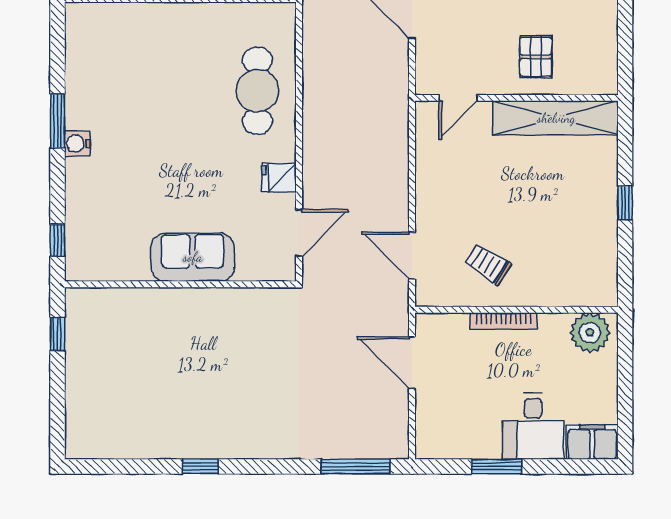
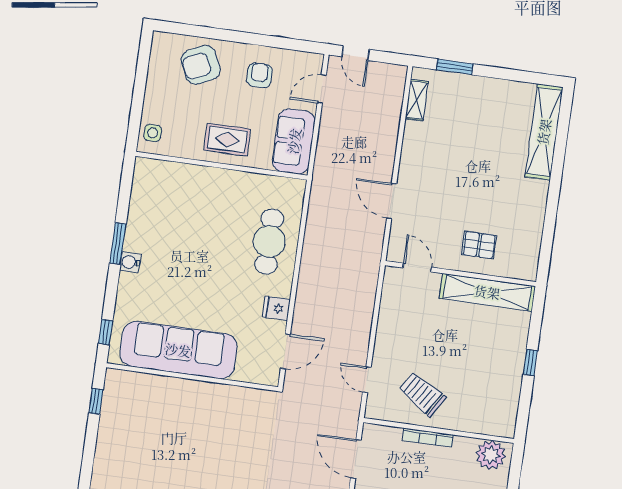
pallet: (536, 57) -> (479, 245), turned 90
door: (458, 98) -> (417, 268), swing flipped
door: (412, 256) -> (367, 380), width x0.73
sofa: (193, 257) -> (178, 350), width x1.85, depth x1.27
trolley: (488, 264) -> (422, 394), width x1.36, depth x1.39

